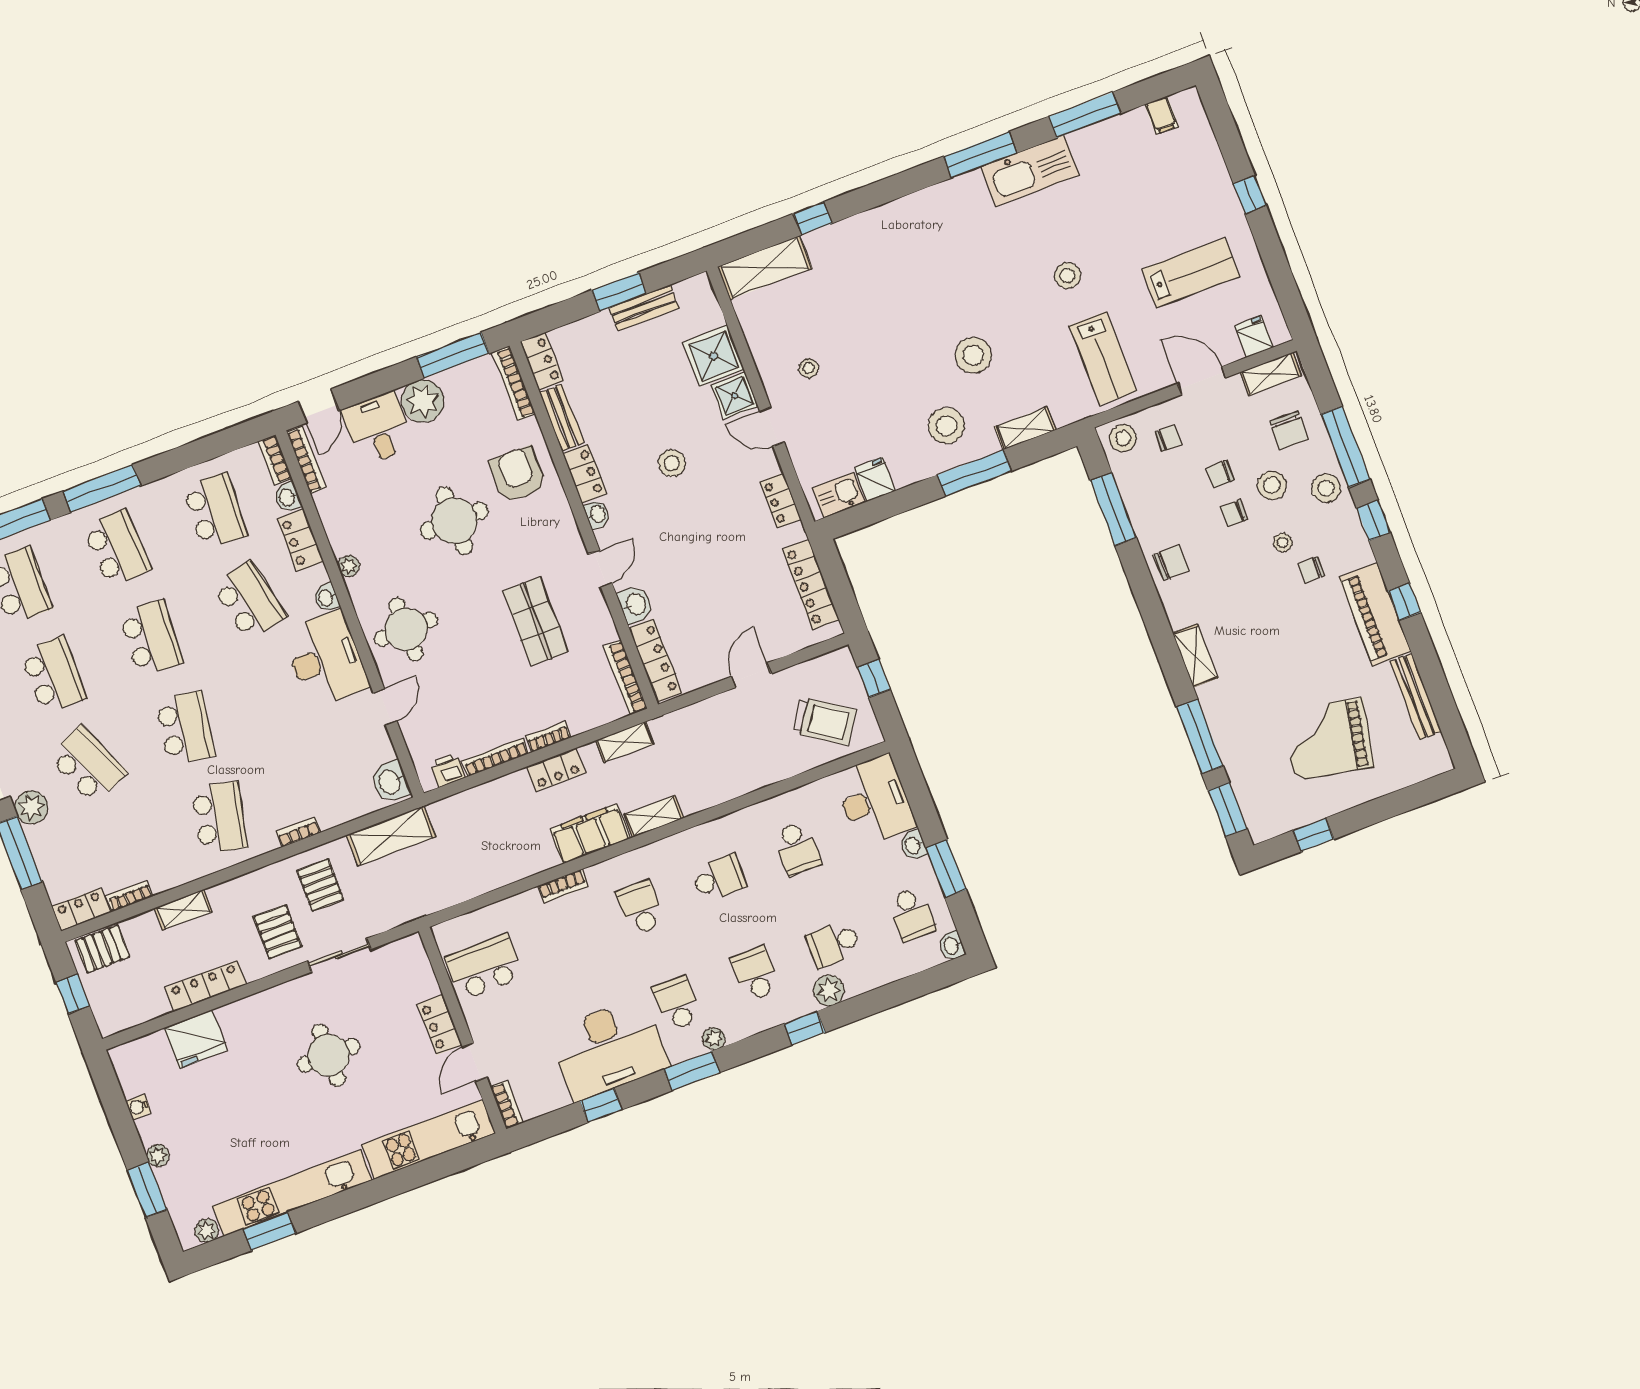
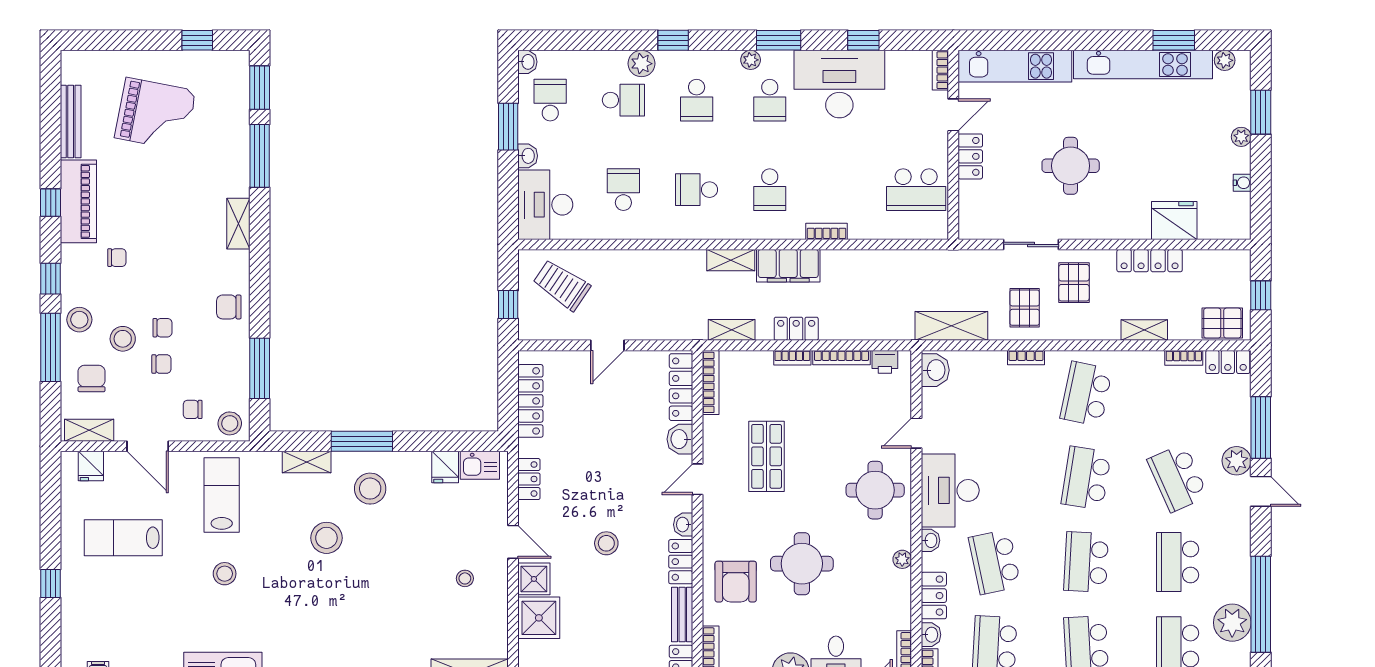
stool: (1283, 543) -> (132, 289), removed

